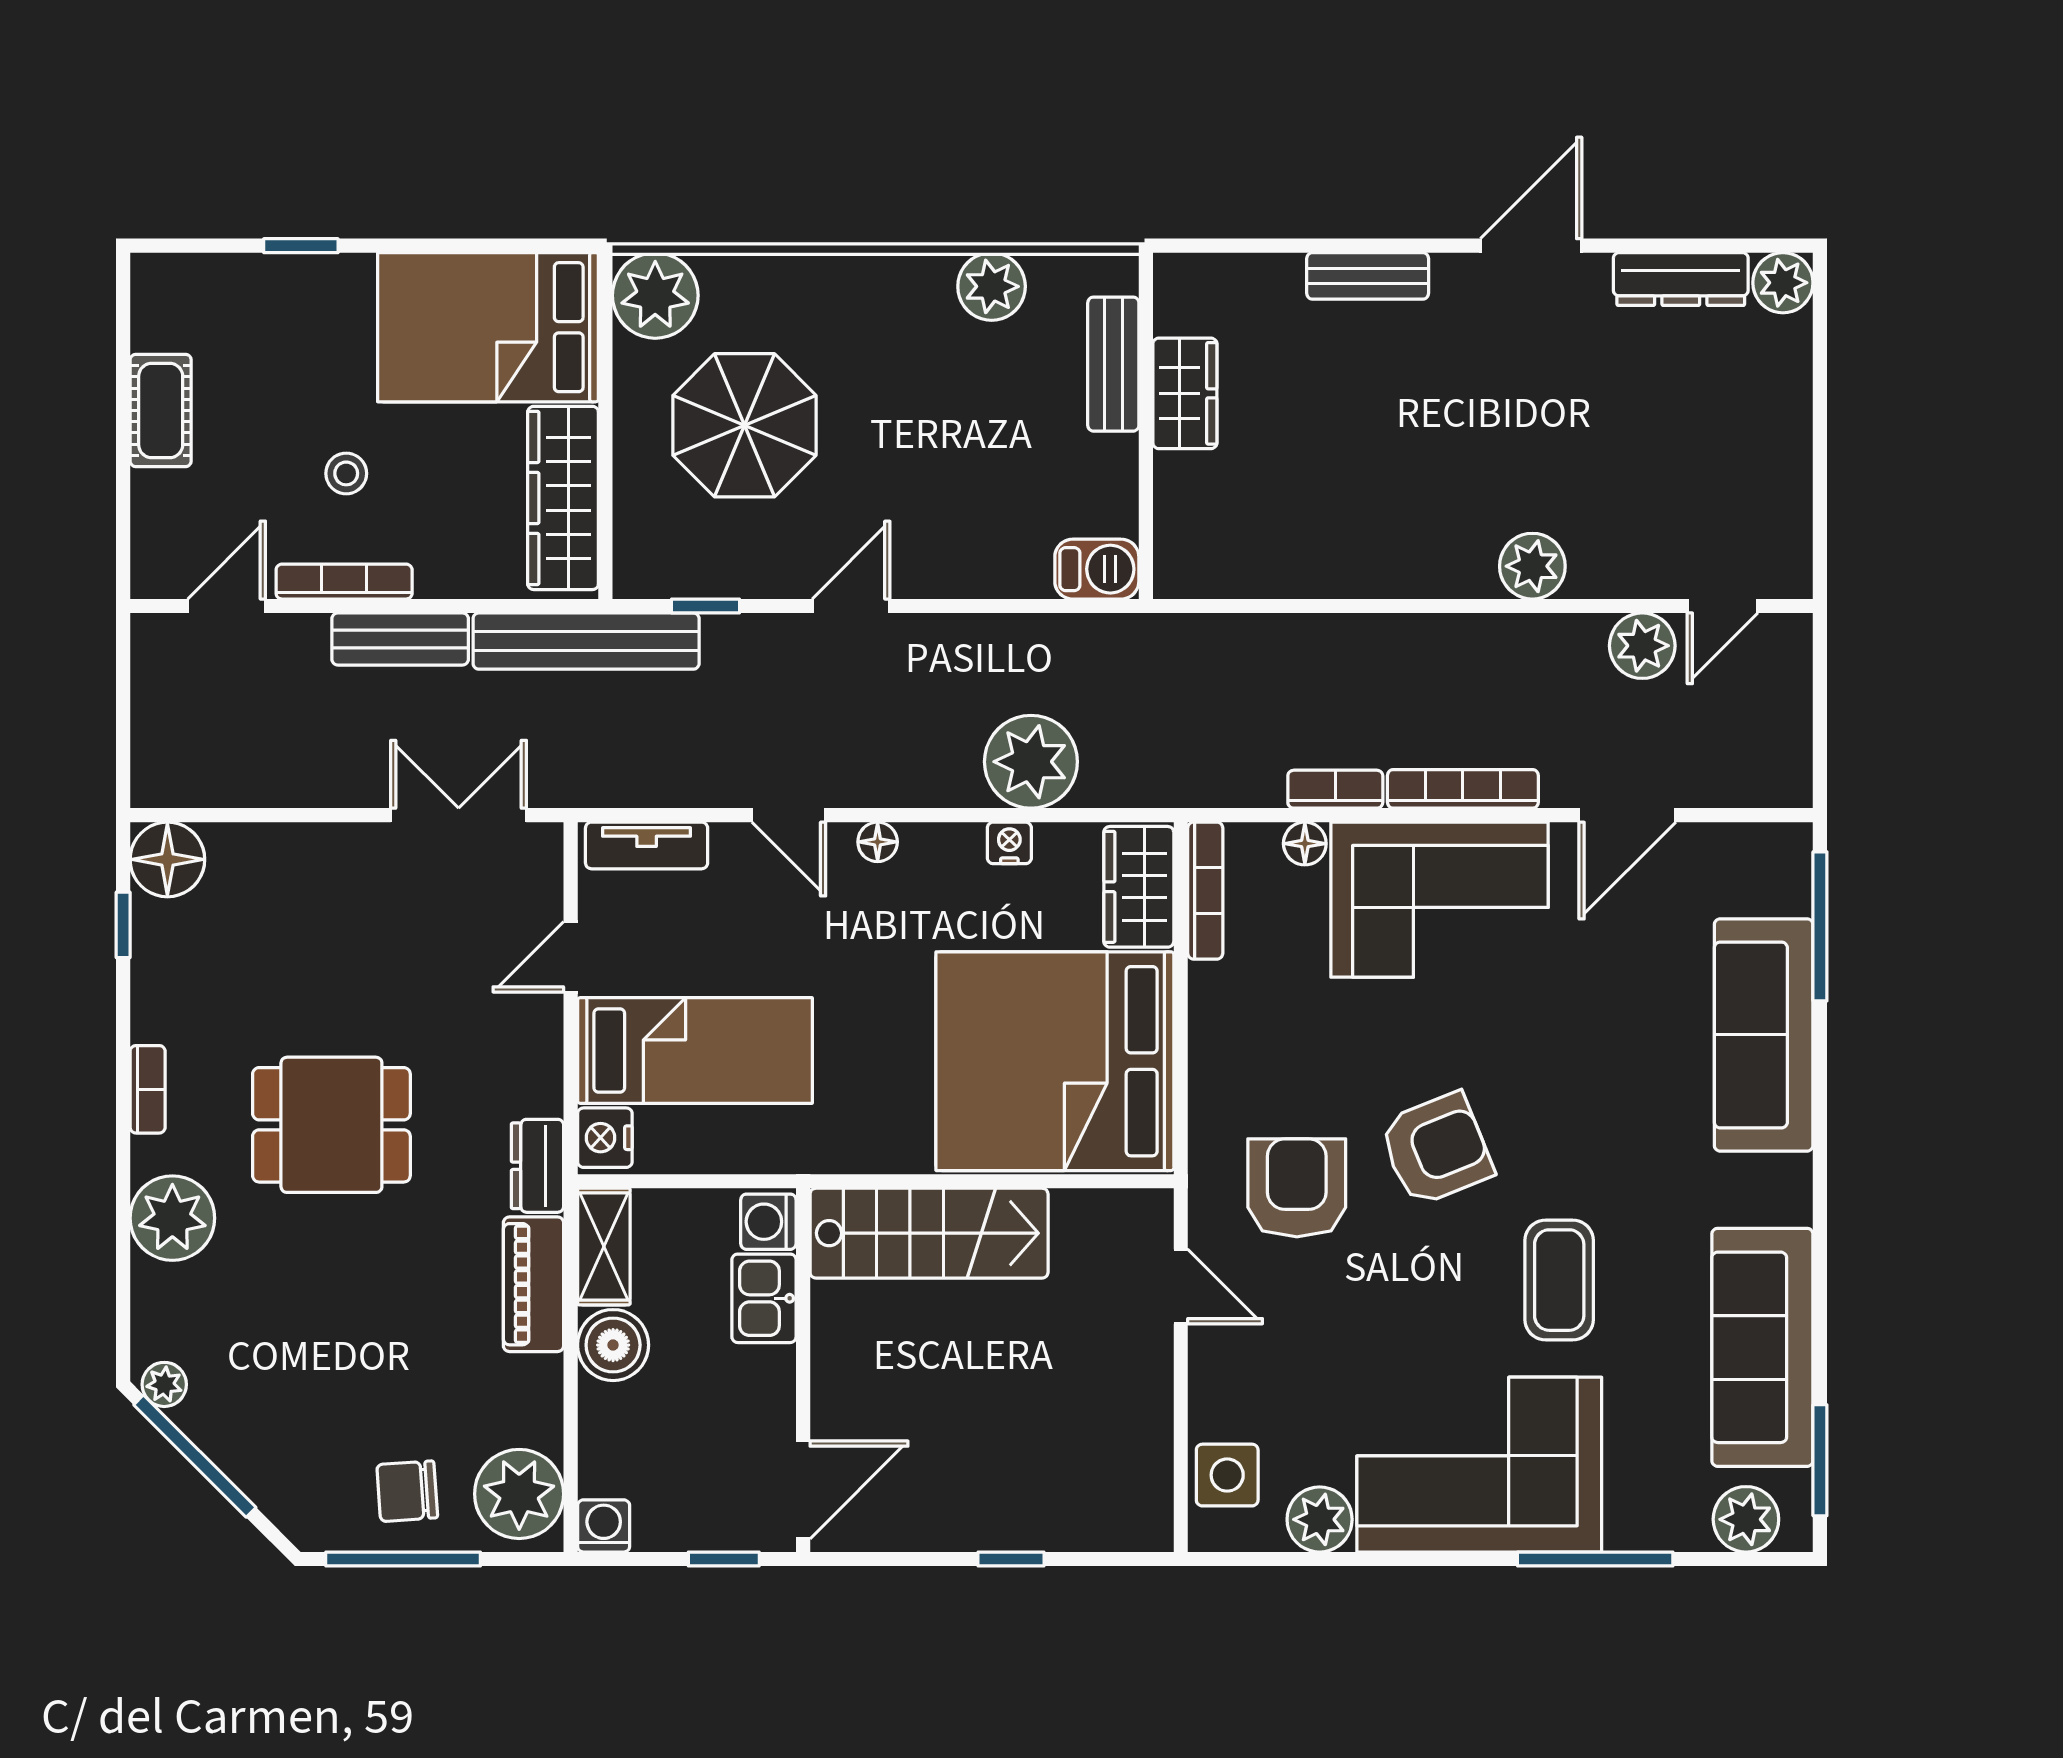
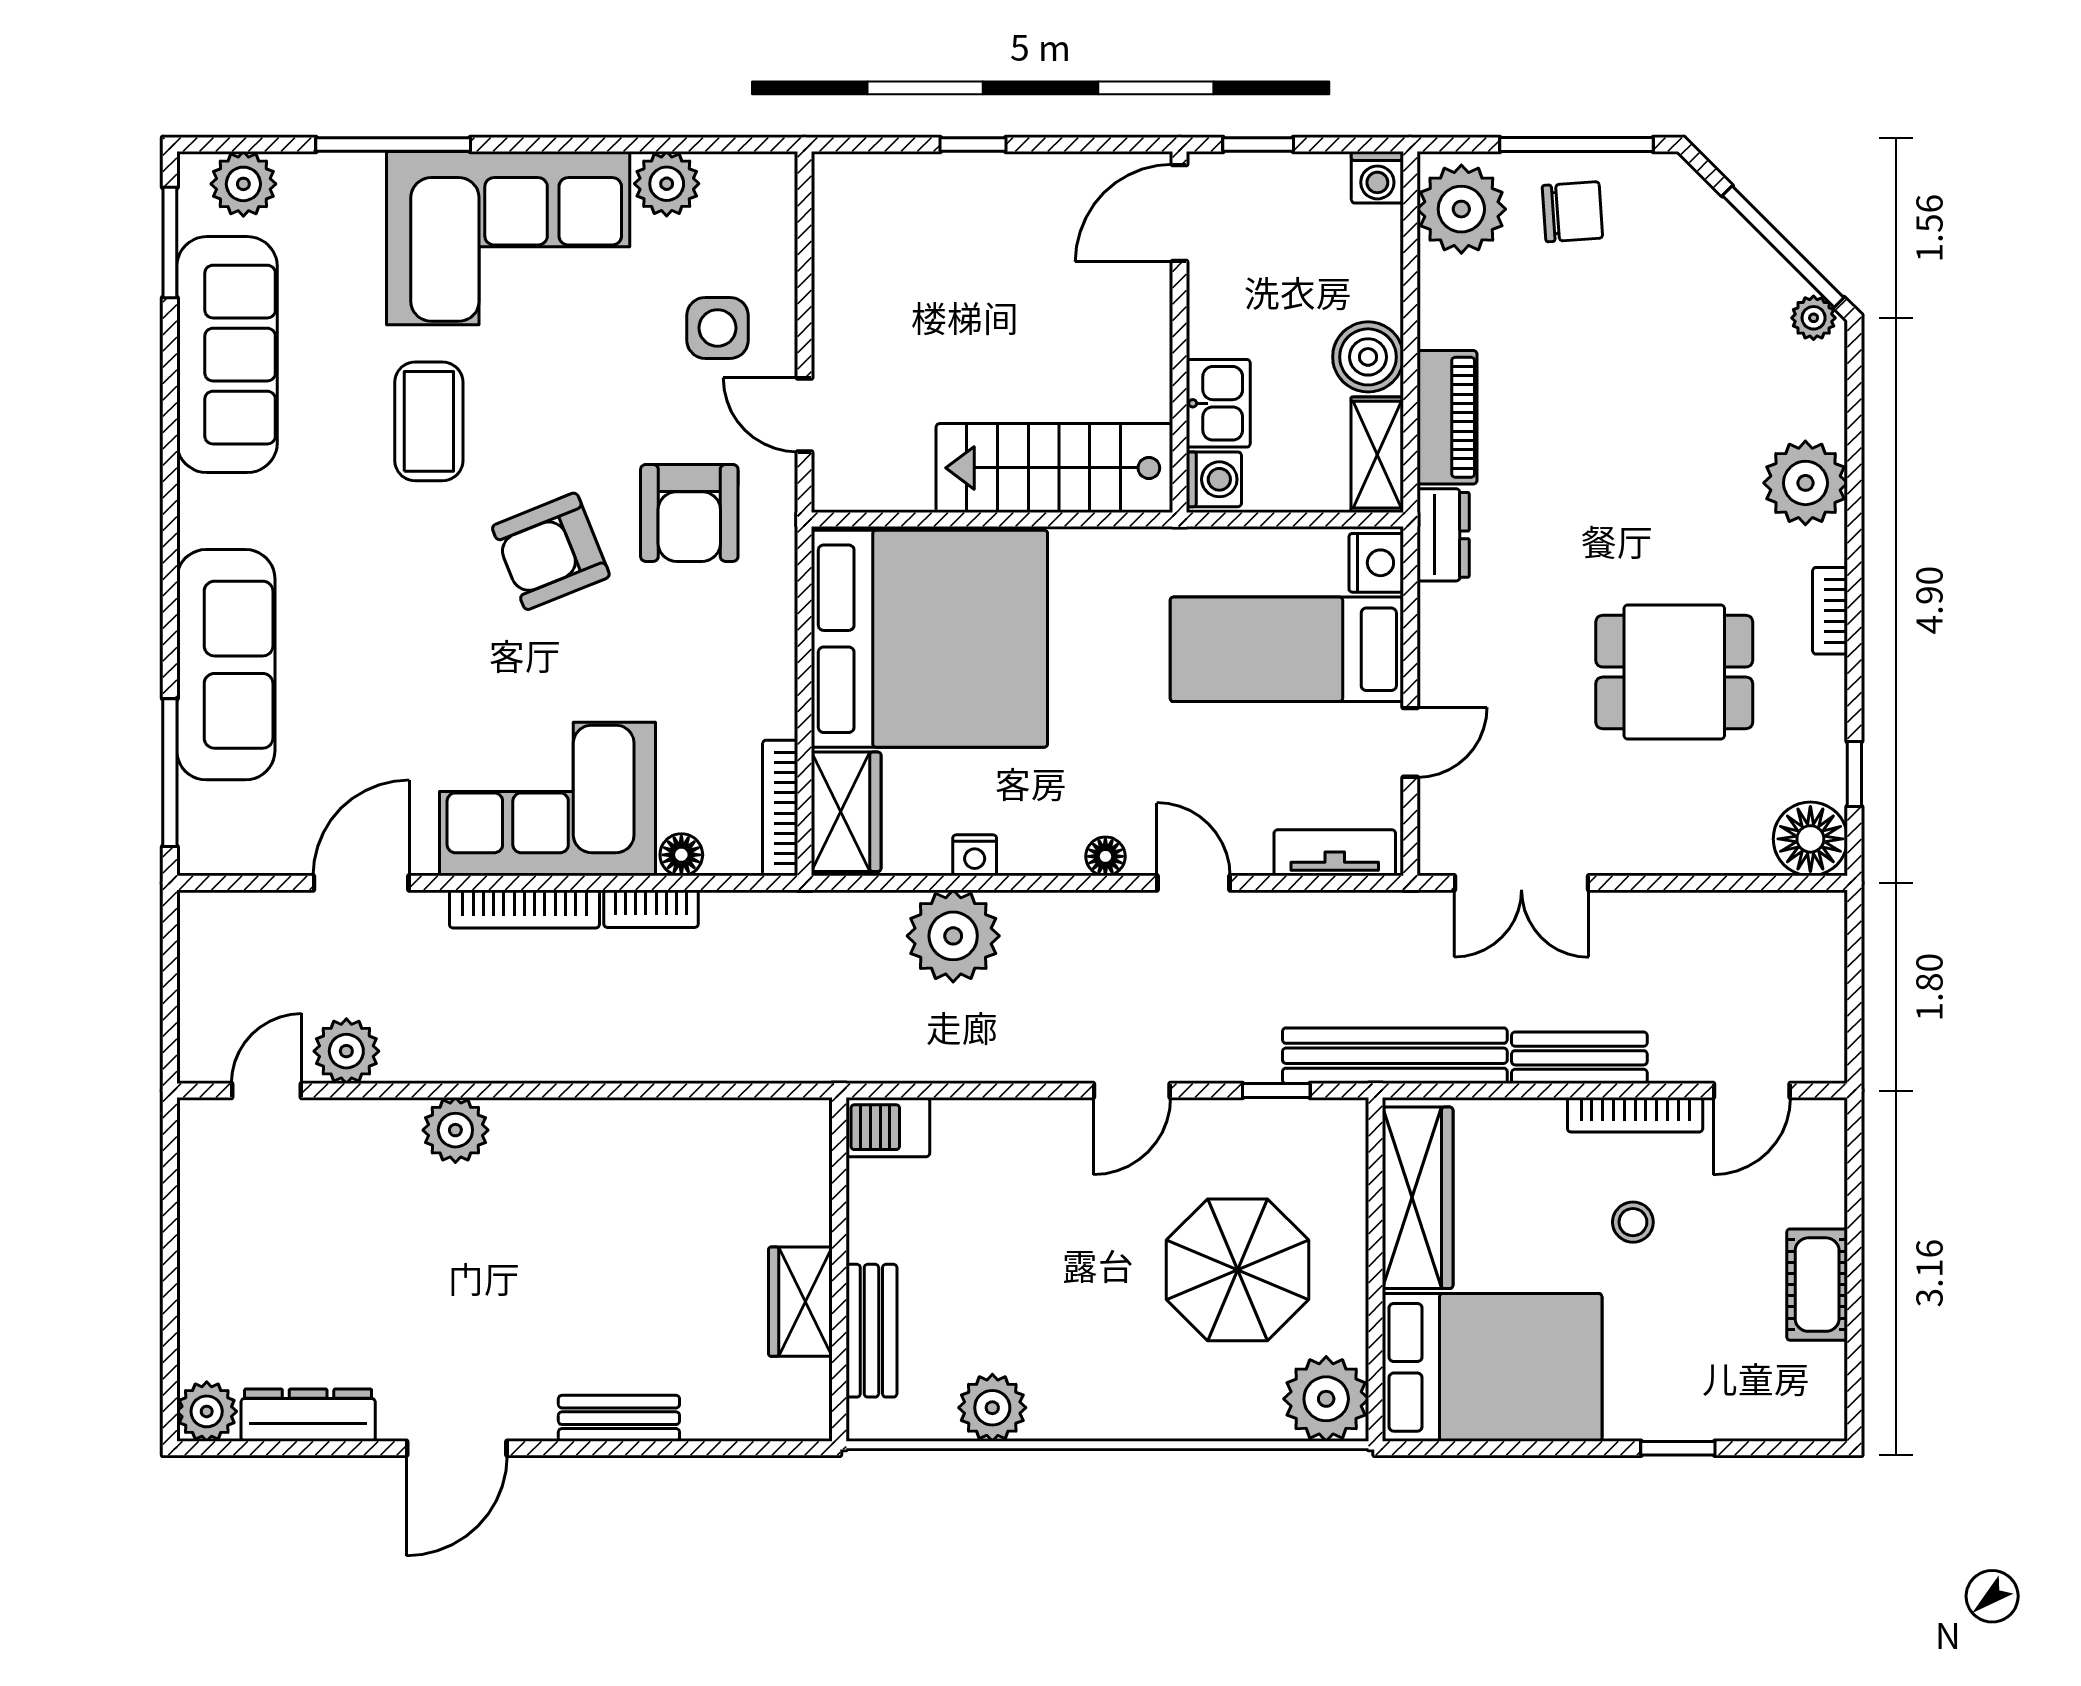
dining table: (331, 1125) -> (1674, 672), moved
side table: (1227, 1475) -> (718, 328), moved

